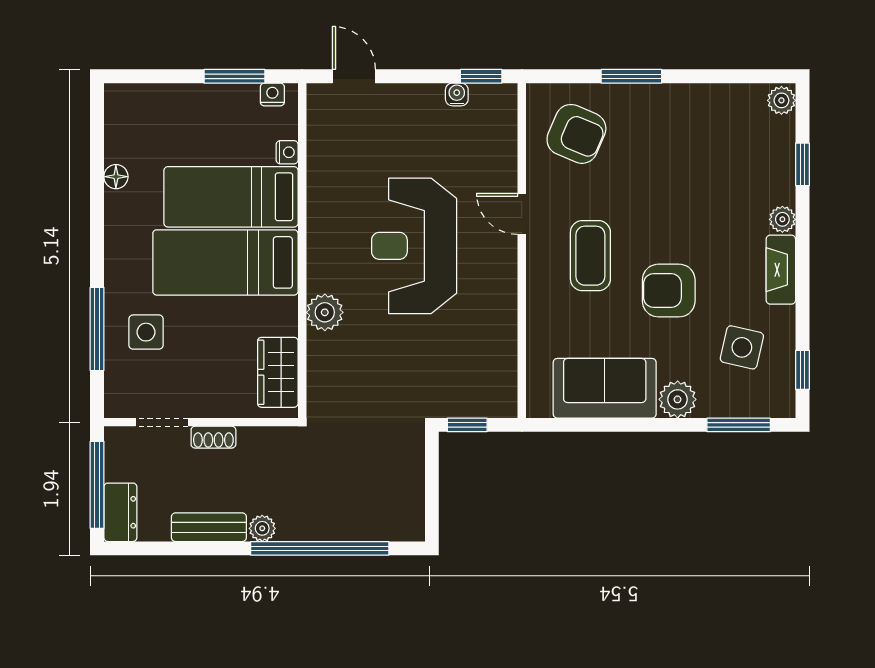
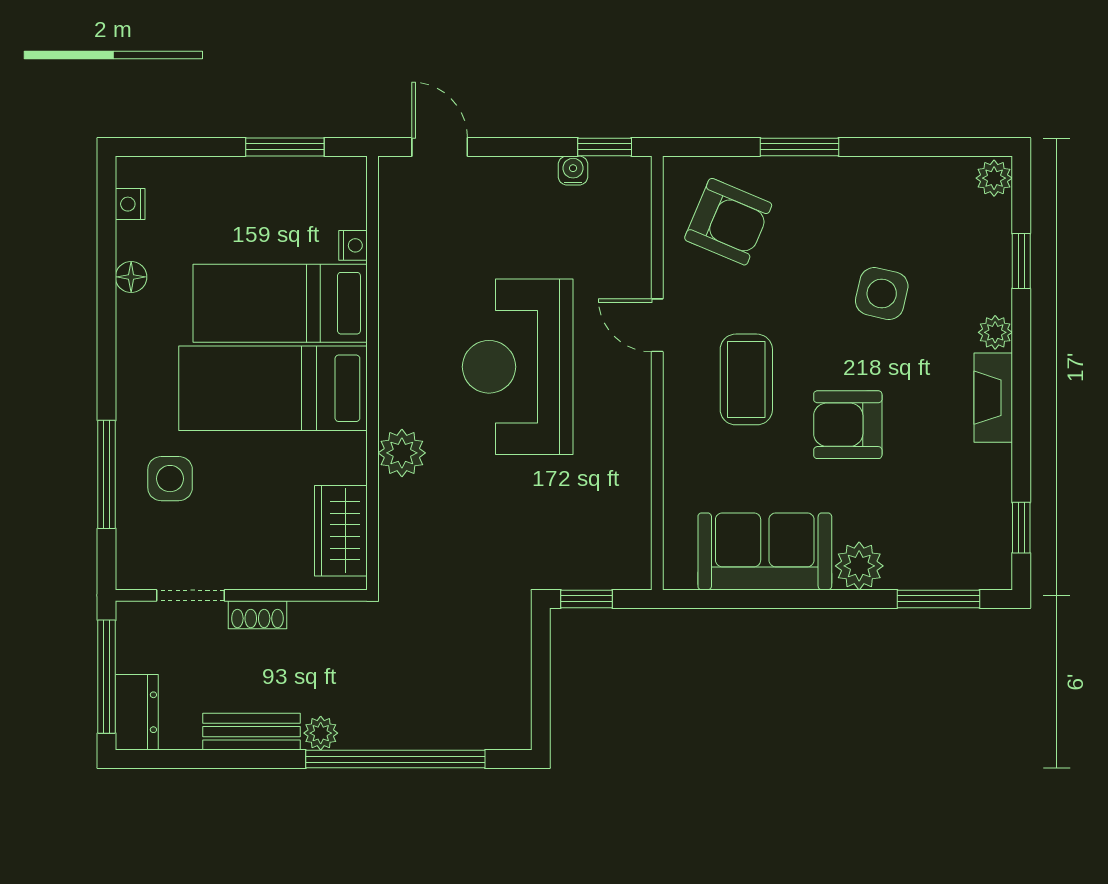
nightstand: (272, 95) -> (130, 204), moved, turned -90
side table: (742, 347) -> (882, 294), moved

